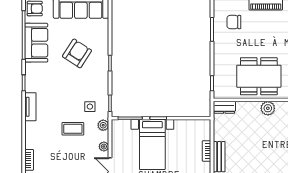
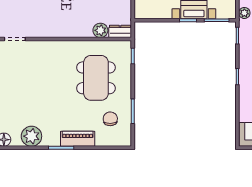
chair: (234, 22) -> (110, 119), turned -92
dining table: (259, 76) -> (96, 78), moved, turned 90
plant: (268, 108) -> (100, 30), moved

